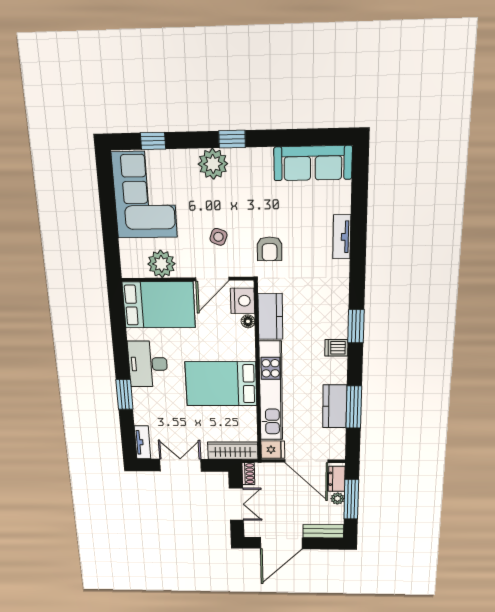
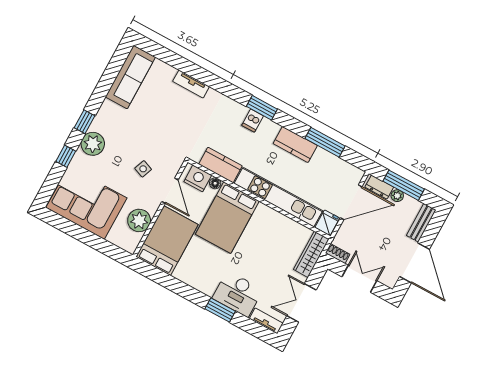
window: (153, 141) -> (66, 156), moved
armchair: (270, 249) -> (171, 138), removed
dishwasher: (336, 348) -> (253, 121), moved
desk: (148, 364) -> (238, 294), moved
bed: (221, 384) -> (227, 218), moved
kitchen counter: (335, 406) -> (295, 144), moved

